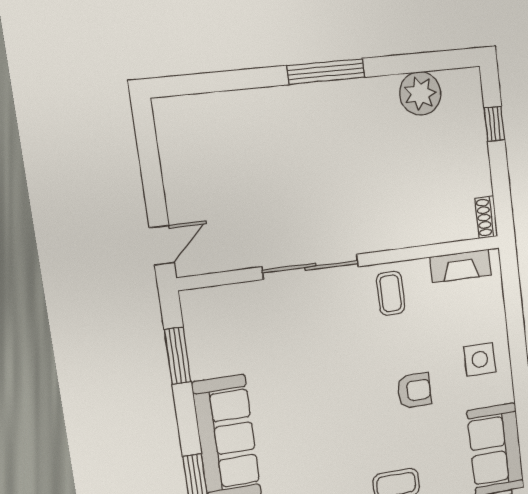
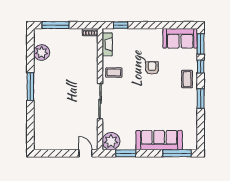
window: (494, 124) -> (56, 25), width x2.17
window: (512, 294) -> (121, 25), added
plant: (206, 311) -> (111, 141), added
side table: (480, 359) -> (144, 41), removed

